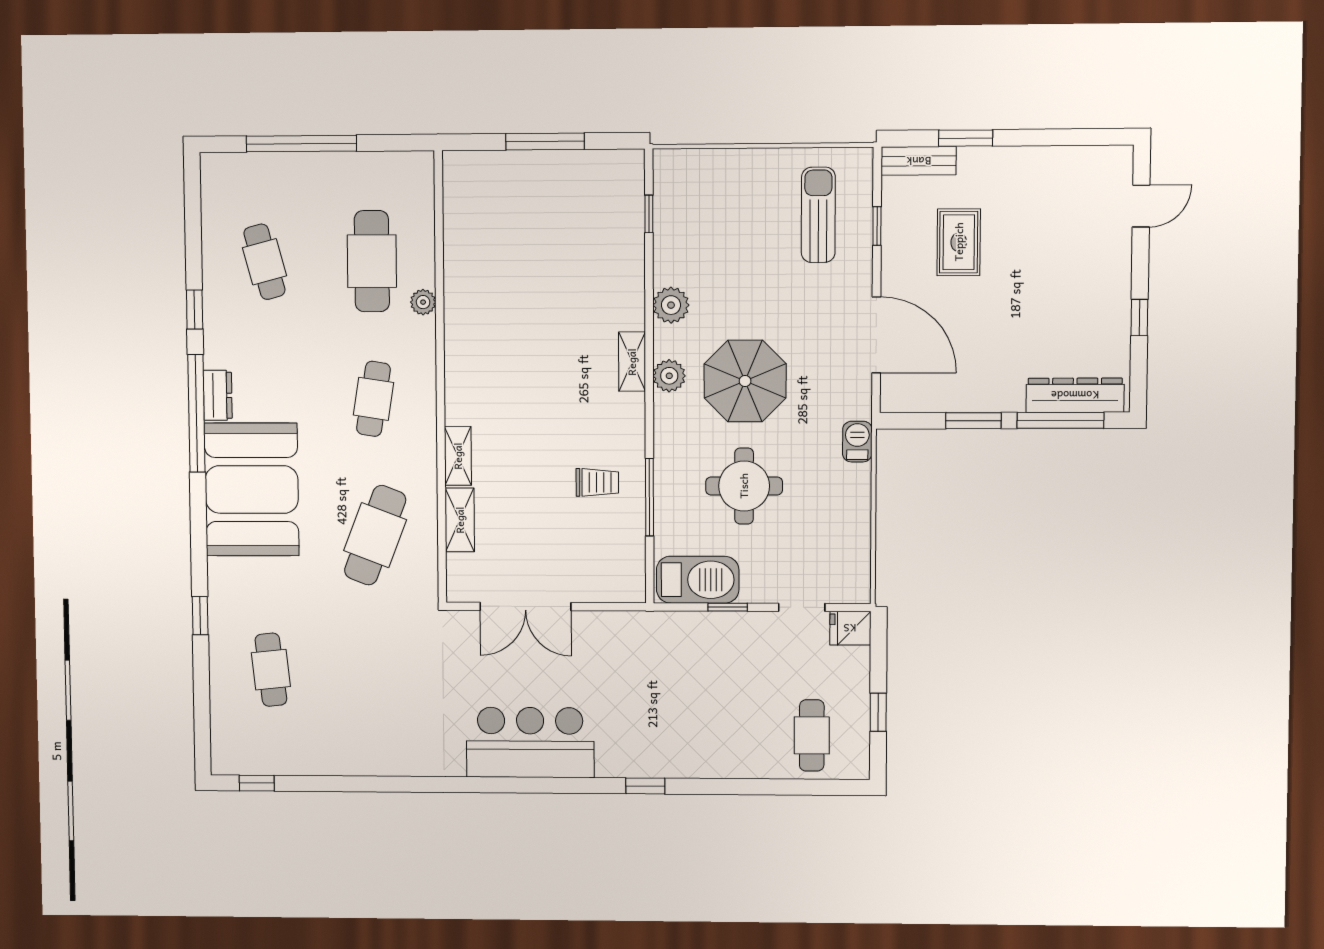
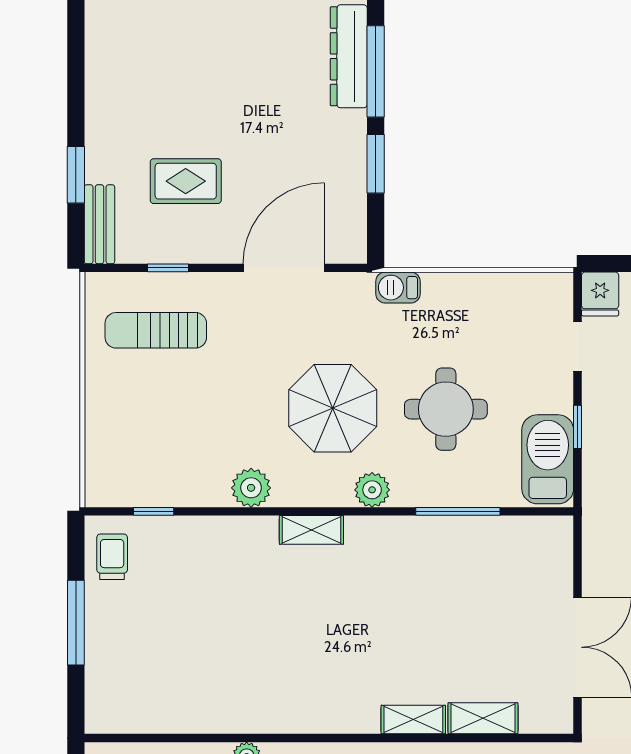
plant: (669, 376) -> (372, 490), moved
trolley: (597, 482) -> (112, 557), moved

